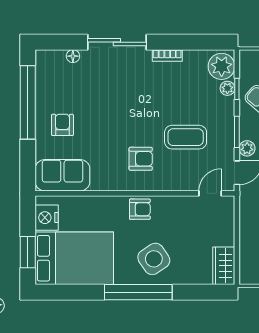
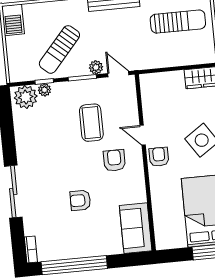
bookcase: (167, 55) -> (31, 249), moved
floor lamp: (73, 56) -> (30, 229), removed
armchair: (62, 125) -> (80, 200), moved
door: (210, 193) -> (143, 135), moved
nightstand: (47, 218) -> (174, 238), removed

